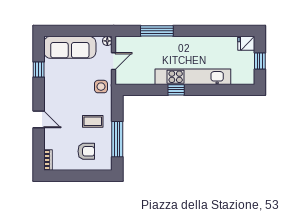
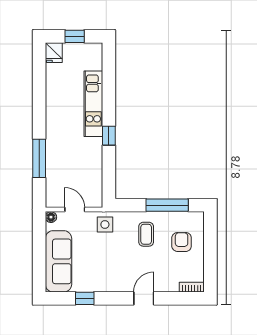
kitchen unit: (193, 77) -> (93, 104), width x0.73

